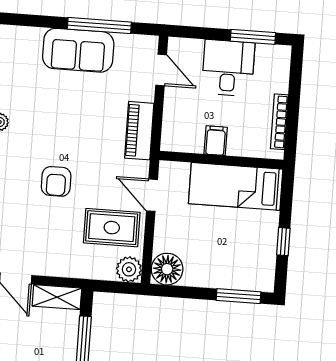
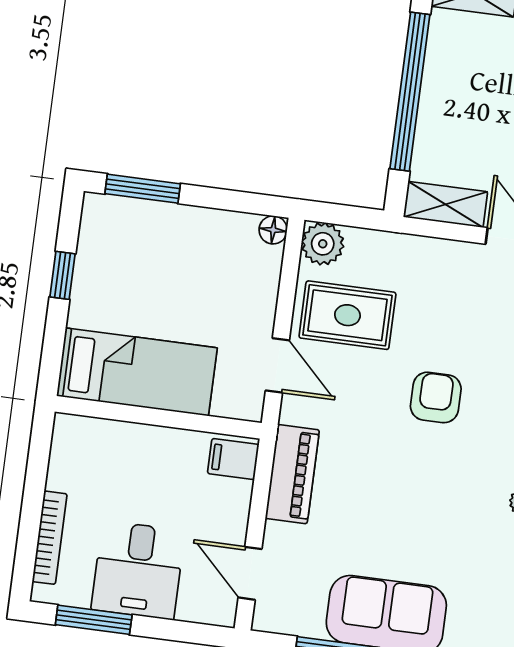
bookcase: (279, 122) -> (50, 538), moved
filing cabinet: (216, 141) -> (233, 459), moved, turned 90
floor lamp: (167, 269) -> (273, 230), width x0.53, depth x0.53

